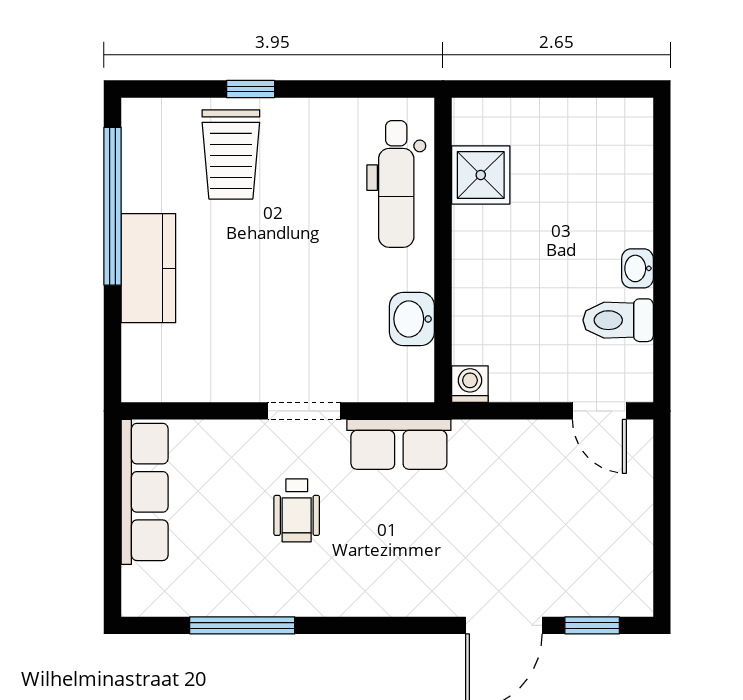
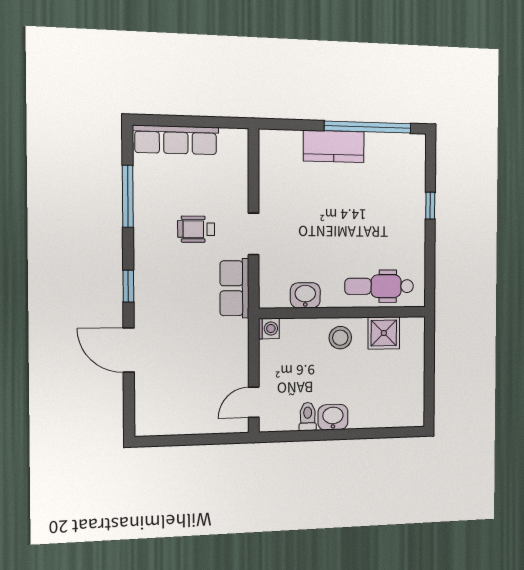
trolley: (231, 154) -> (396, 194), removed
stool: (488, 255) -> (340, 338), added
washbasin: (637, 268) -> (333, 417), width x1.38, depth x1.45
toilet: (618, 320) -> (308, 417), width x0.73, depth x0.72
row of seats: (145, 492) -> (176, 140), moved
window: (592, 625) -> (128, 286), moved

